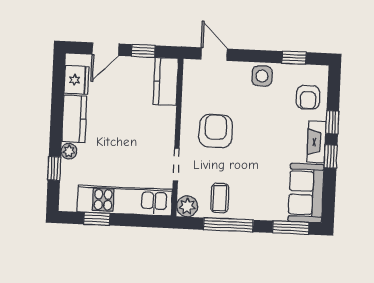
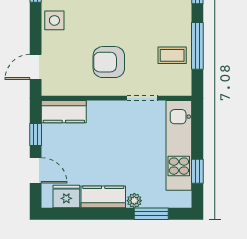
window: (54, 168) -> (151, 214), width x1.50
plant: (187, 206) -> (182, 86), removed

